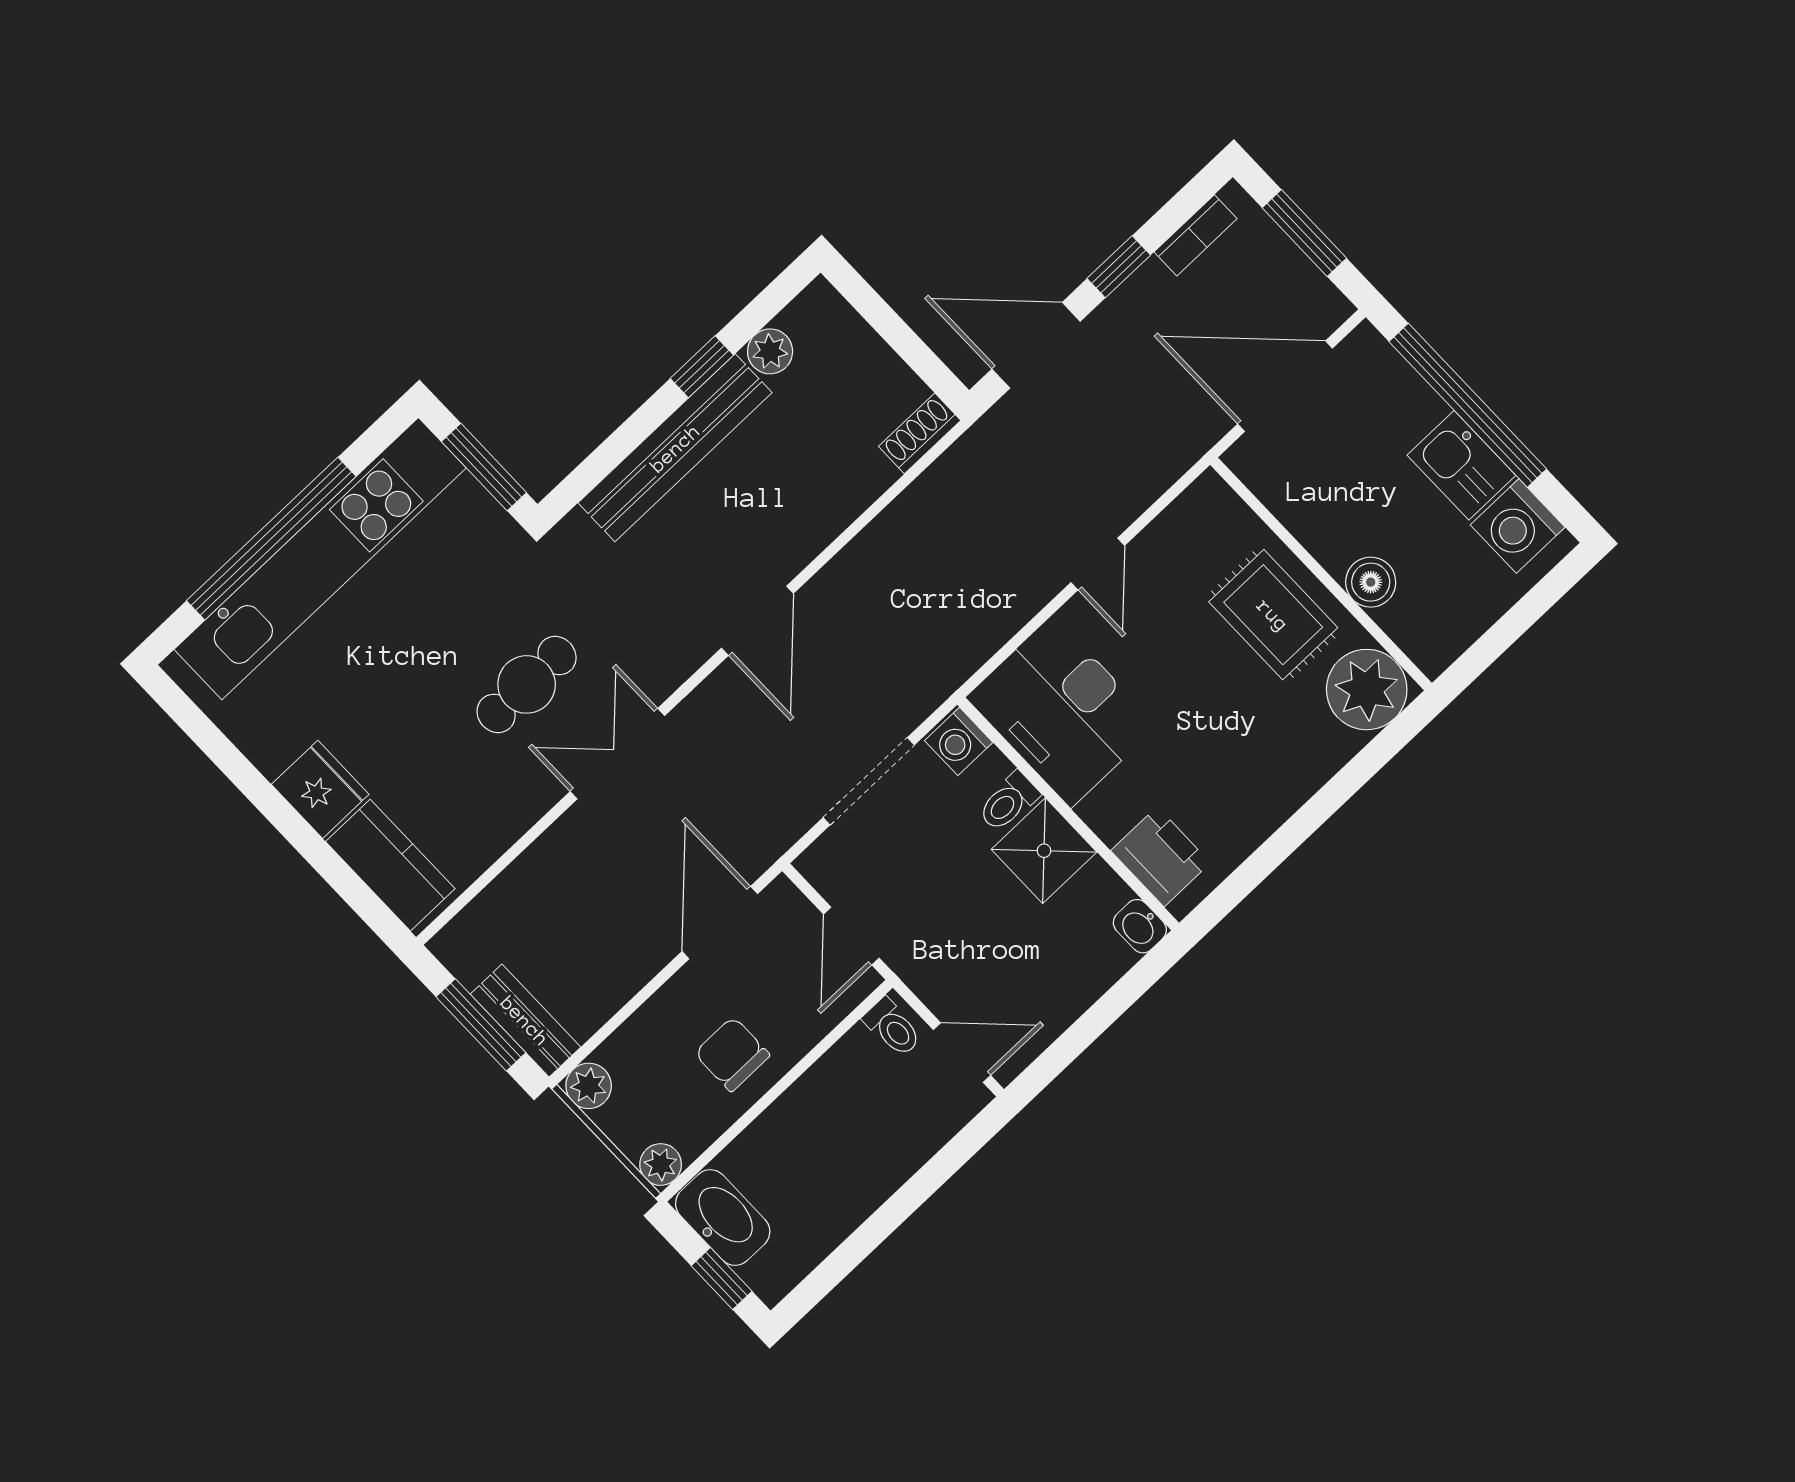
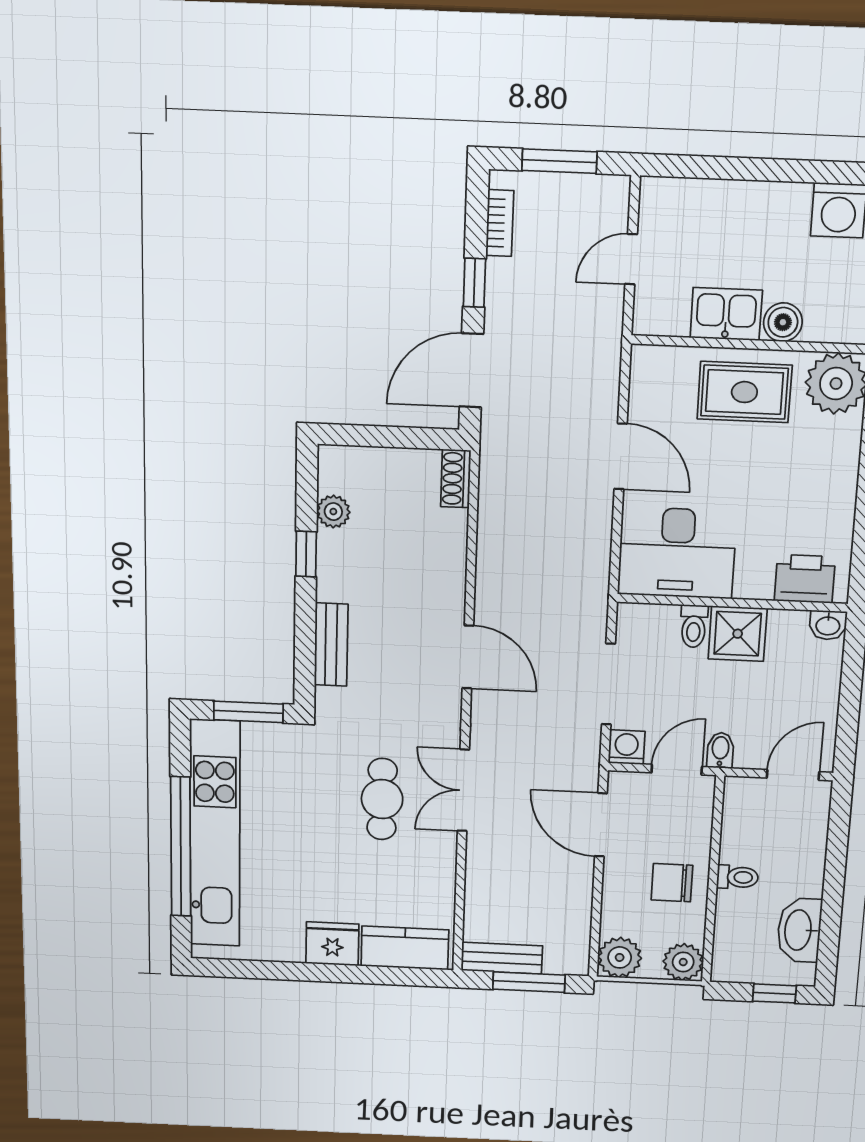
door: (1285, 386) -> (631, 259), width x0.53
window: (1468, 405) -> (746, 169), removed
bench: (675, 448) -> (331, 645), width x0.54, depth x0.82
kitchen sink: (1461, 465) -> (726, 314), moved, turned 180
door: (1098, 564) -> (621, 456), width x1.38
washing machine: (959, 741) -> (627, 747), moved, turned 180
door: (851, 936) -> (677, 770), swing flipped
bidet: (914, 957) -> (720, 750), added
bench: (525, 1021) -> (502, 958), moved
toilet: (893, 1027) -> (737, 877), moved
plant: (589, 1086) -> (620, 957), width x1.38, depth x1.38
plant: (661, 1165) -> (683, 962), width x1.38, depth x1.38
washbasin: (723, 1218) -> (799, 930), moved, turned -90

